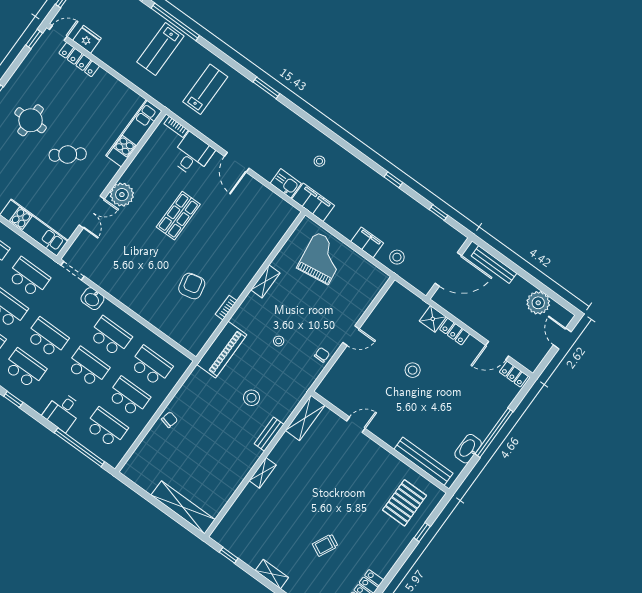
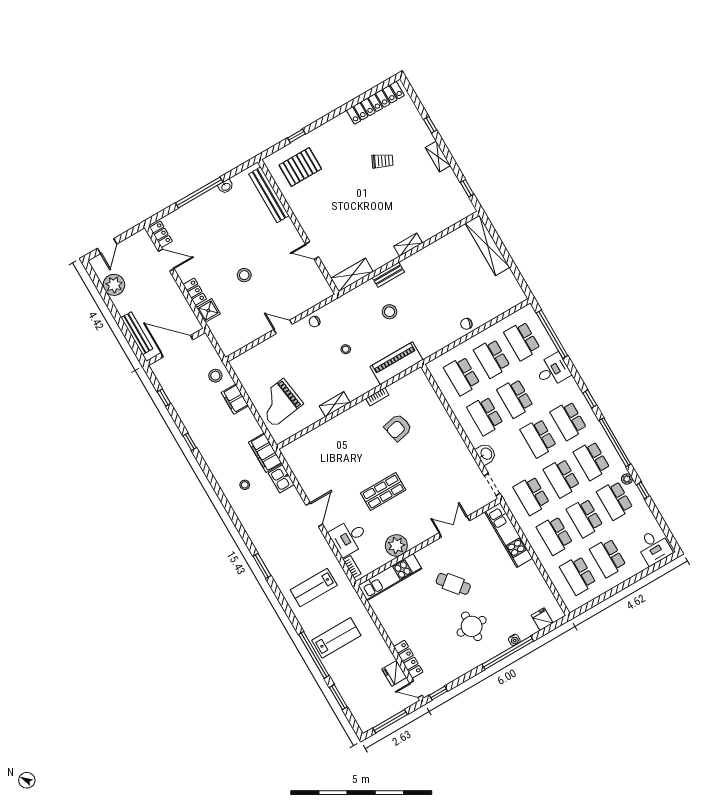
plant: (122, 195) -> (396, 545), moved
washbasin: (468, 449) -> (226, 187), width x0.52, depth x0.69

